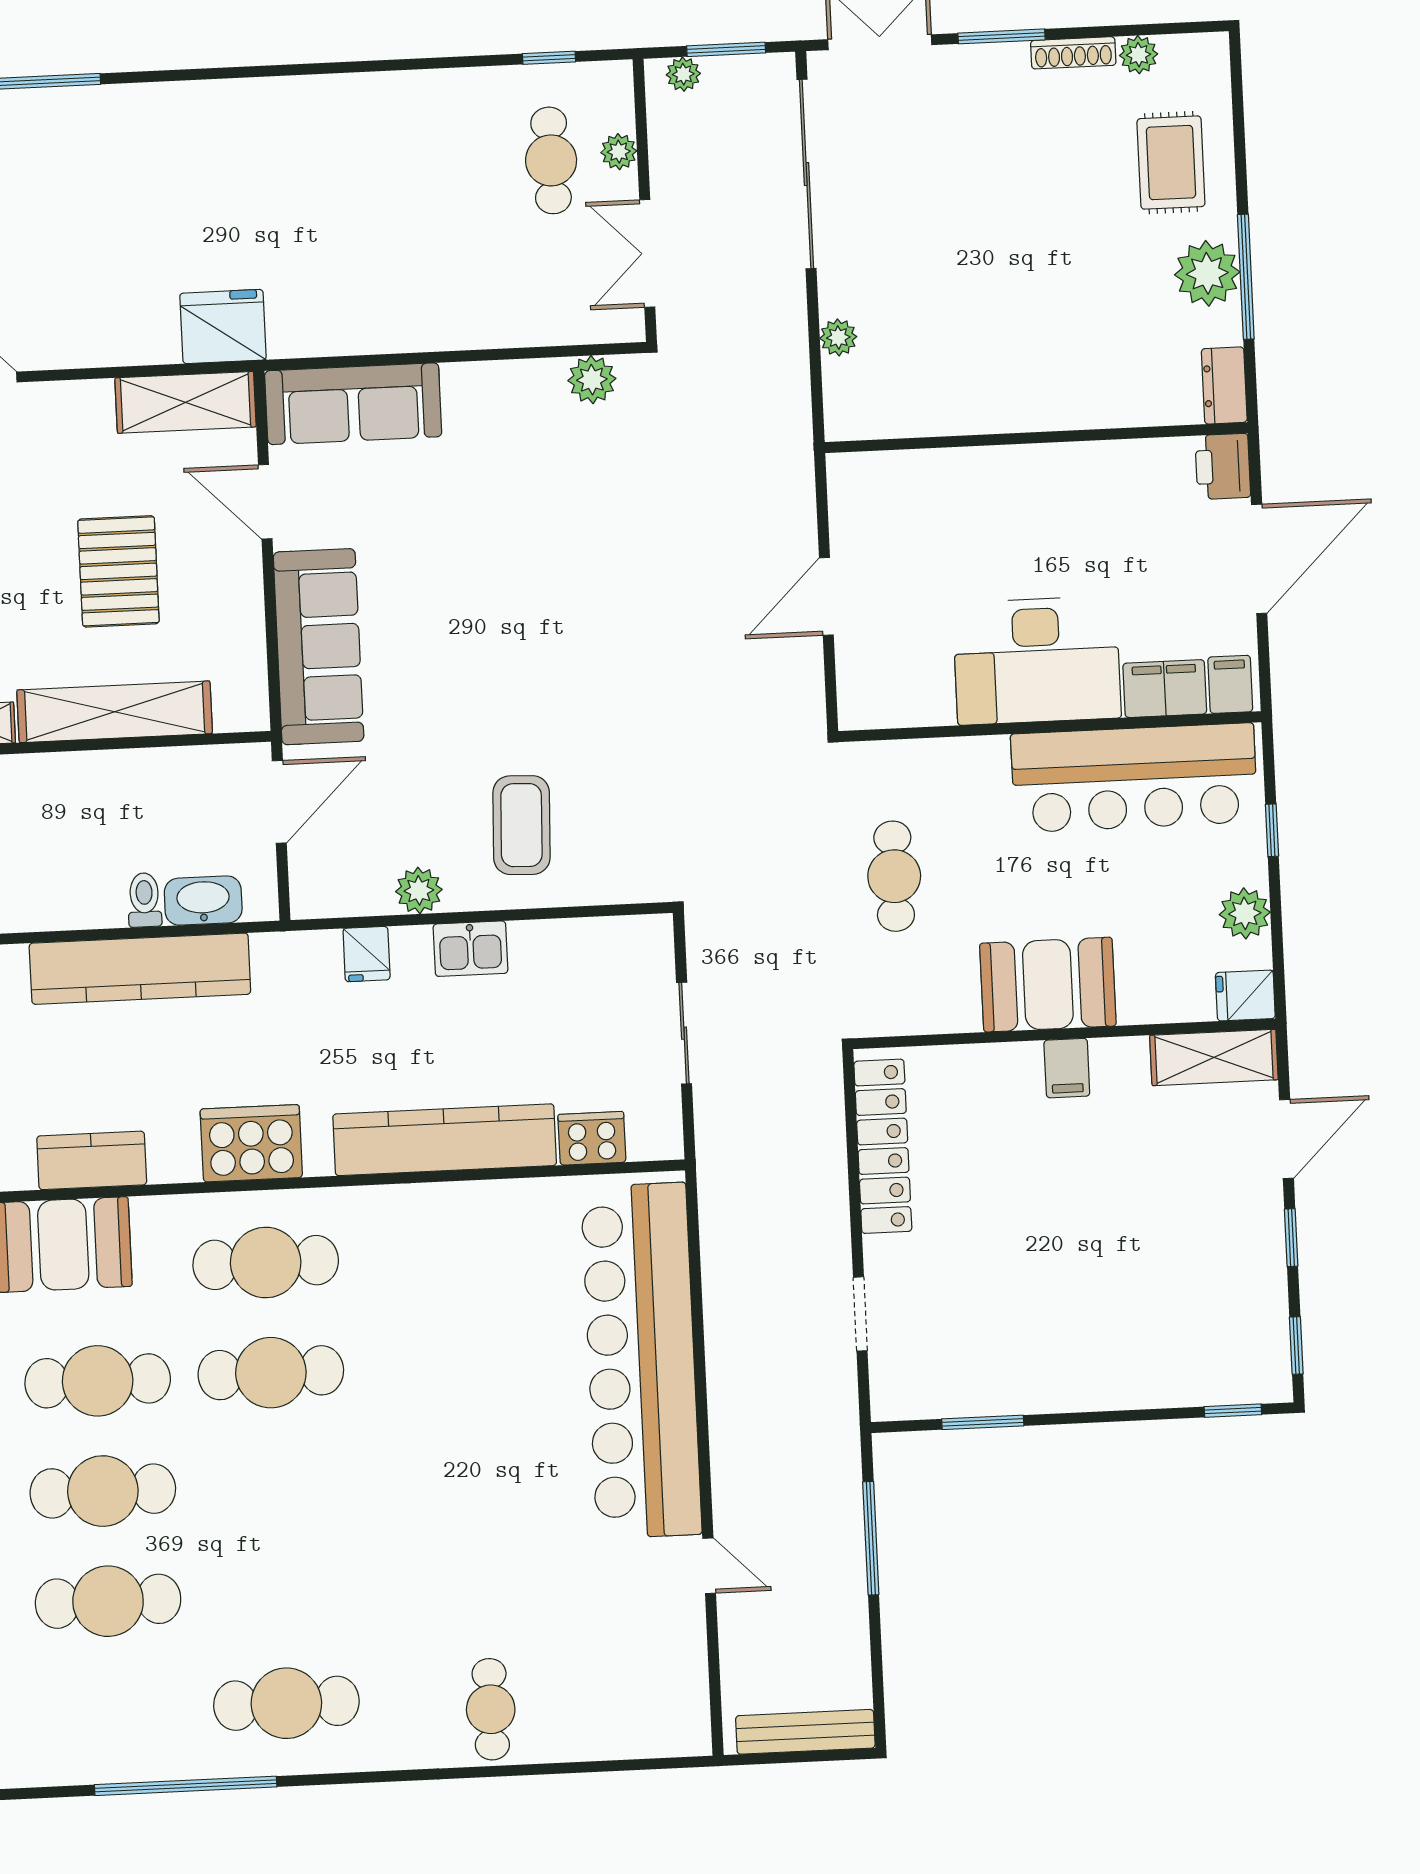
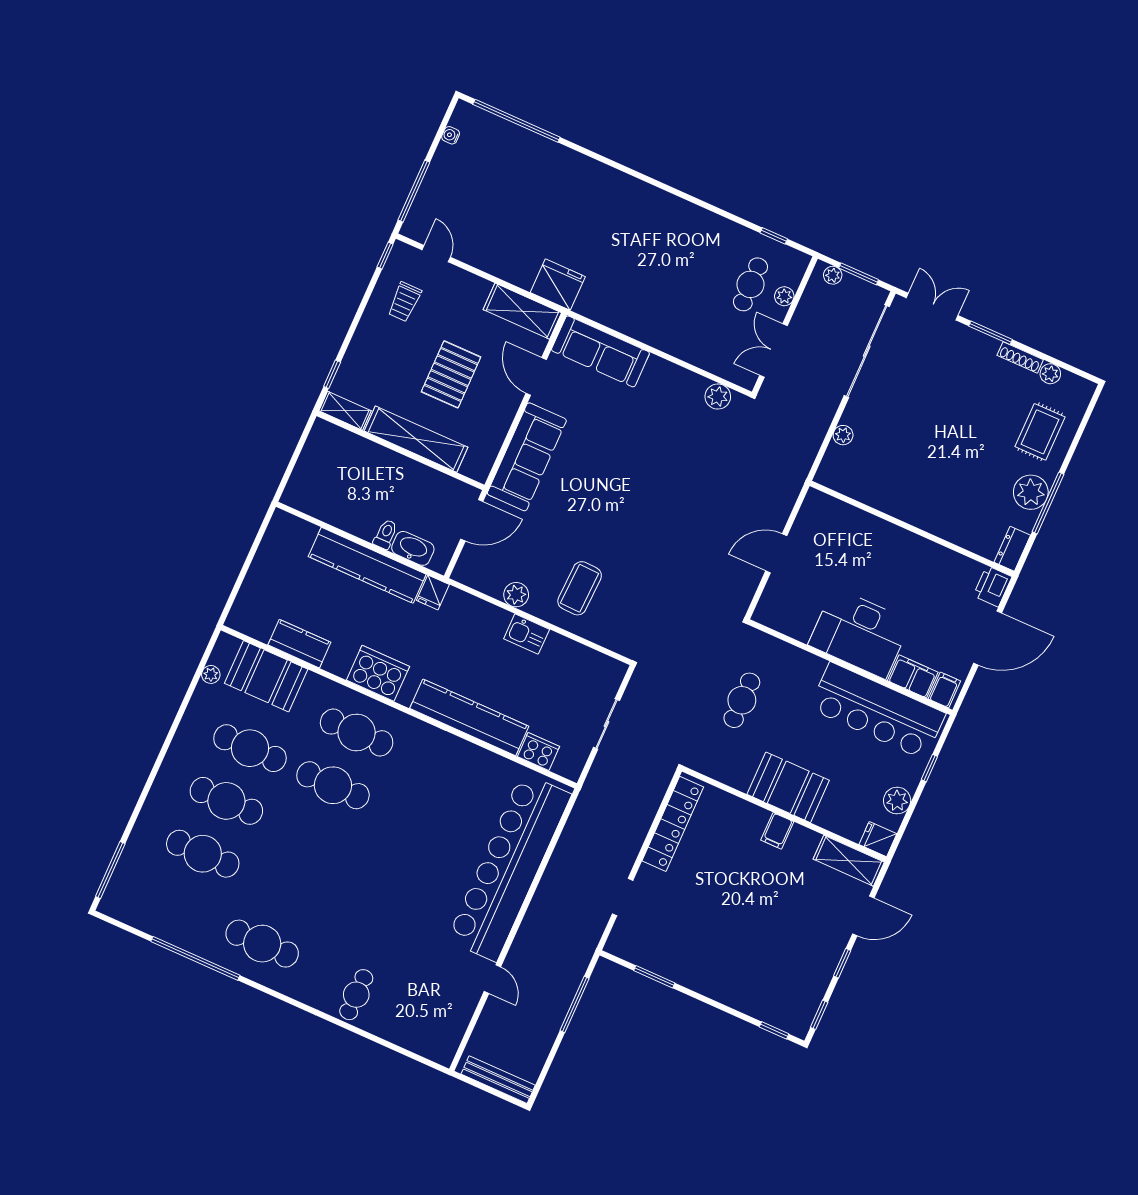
fridge: (367, 954) -> (433, 592), moved

